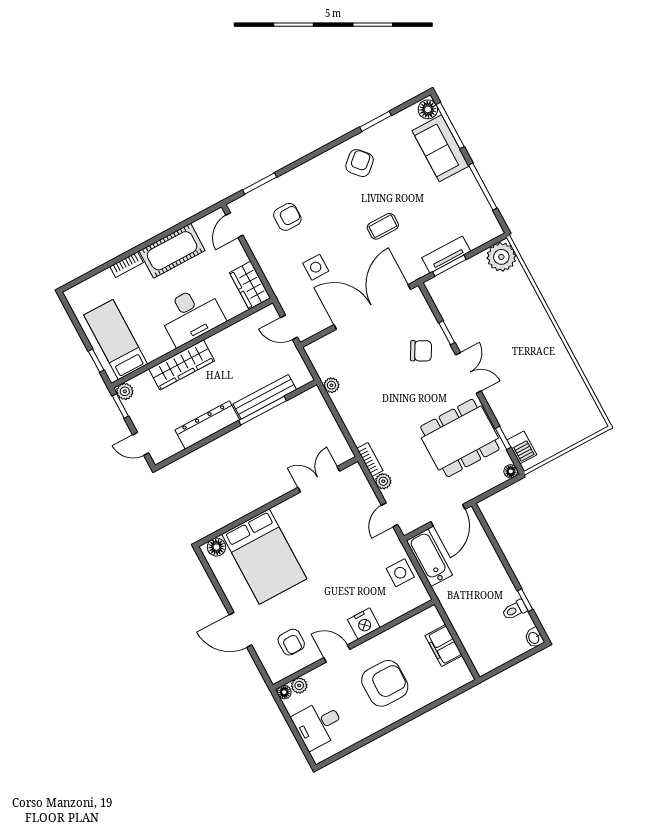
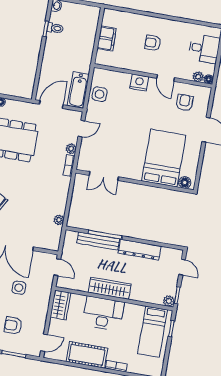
wardrobe: (182, 365) -> (110, 288), moved
armchair: (385, 683) -> (153, 43), width x0.53, depth x0.53

